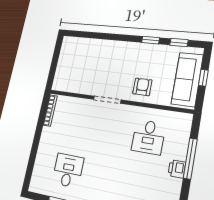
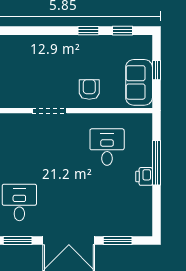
sofa: (187, 79) -> (139, 82), width x0.73
desk: (148, 137) -> (107, 147), turned 180

